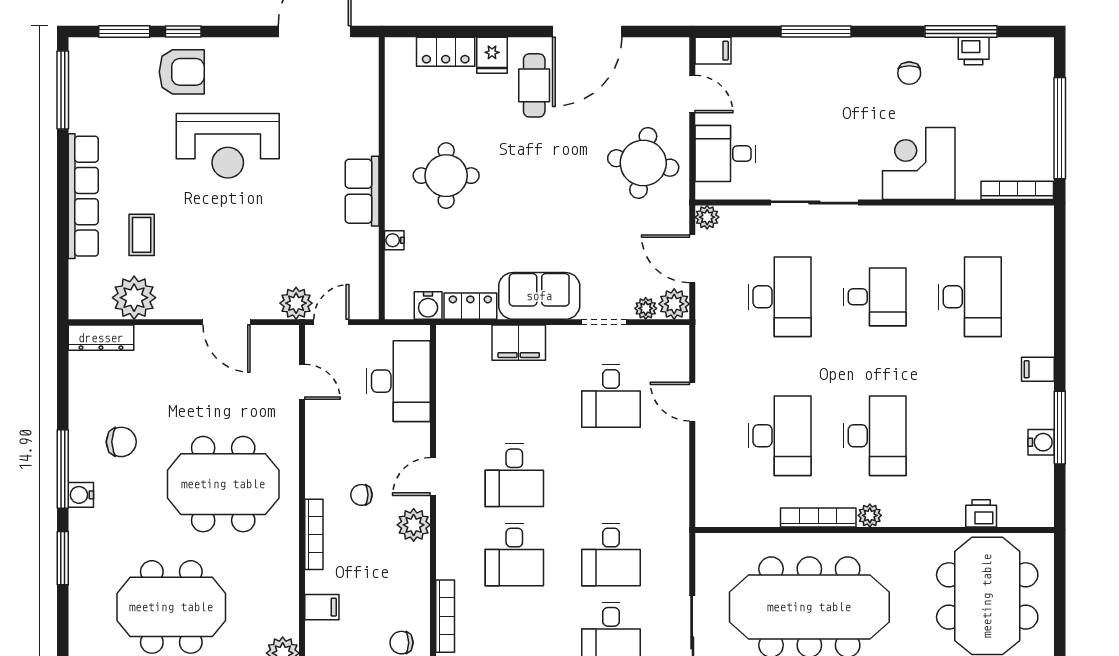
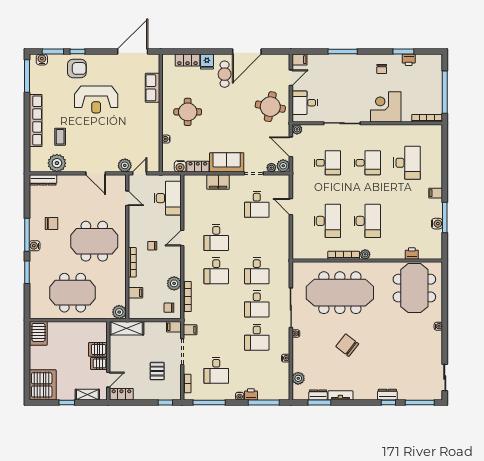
window: (961, 32) -> (403, 52), width x0.69
water cooler: (98, 50) -> (42, 59), added
door: (692, 94) -> (291, 78), hinge flipped
row of seats: (362, 191) -> (153, 88), moved
desk: (779, 297) -> (327, 163), width x0.73
plant: (414, 525) -> (174, 283), moved

